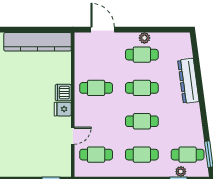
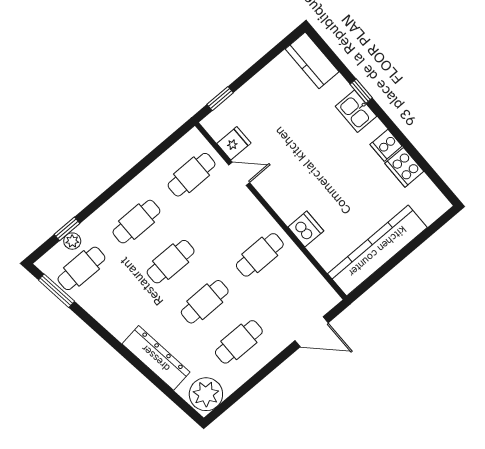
plant: (144, 38) -> (206, 394), moved, width x1.88, depth x1.88
dishwasher: (63, 93) -> (306, 229), moved
fridge: (63, 109) -> (234, 143), moved
door: (73, 136) -> (239, 174), swing flipped

